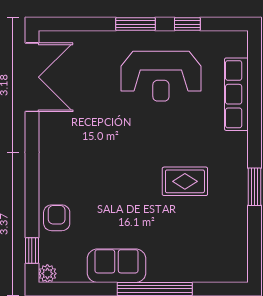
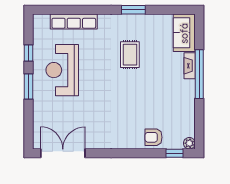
reception desk: (161, 76) -> (62, 70), turned 180
sofa: (117, 266) -> (184, 33), moved
fireplace: (168, 274) -> (190, 66), added

